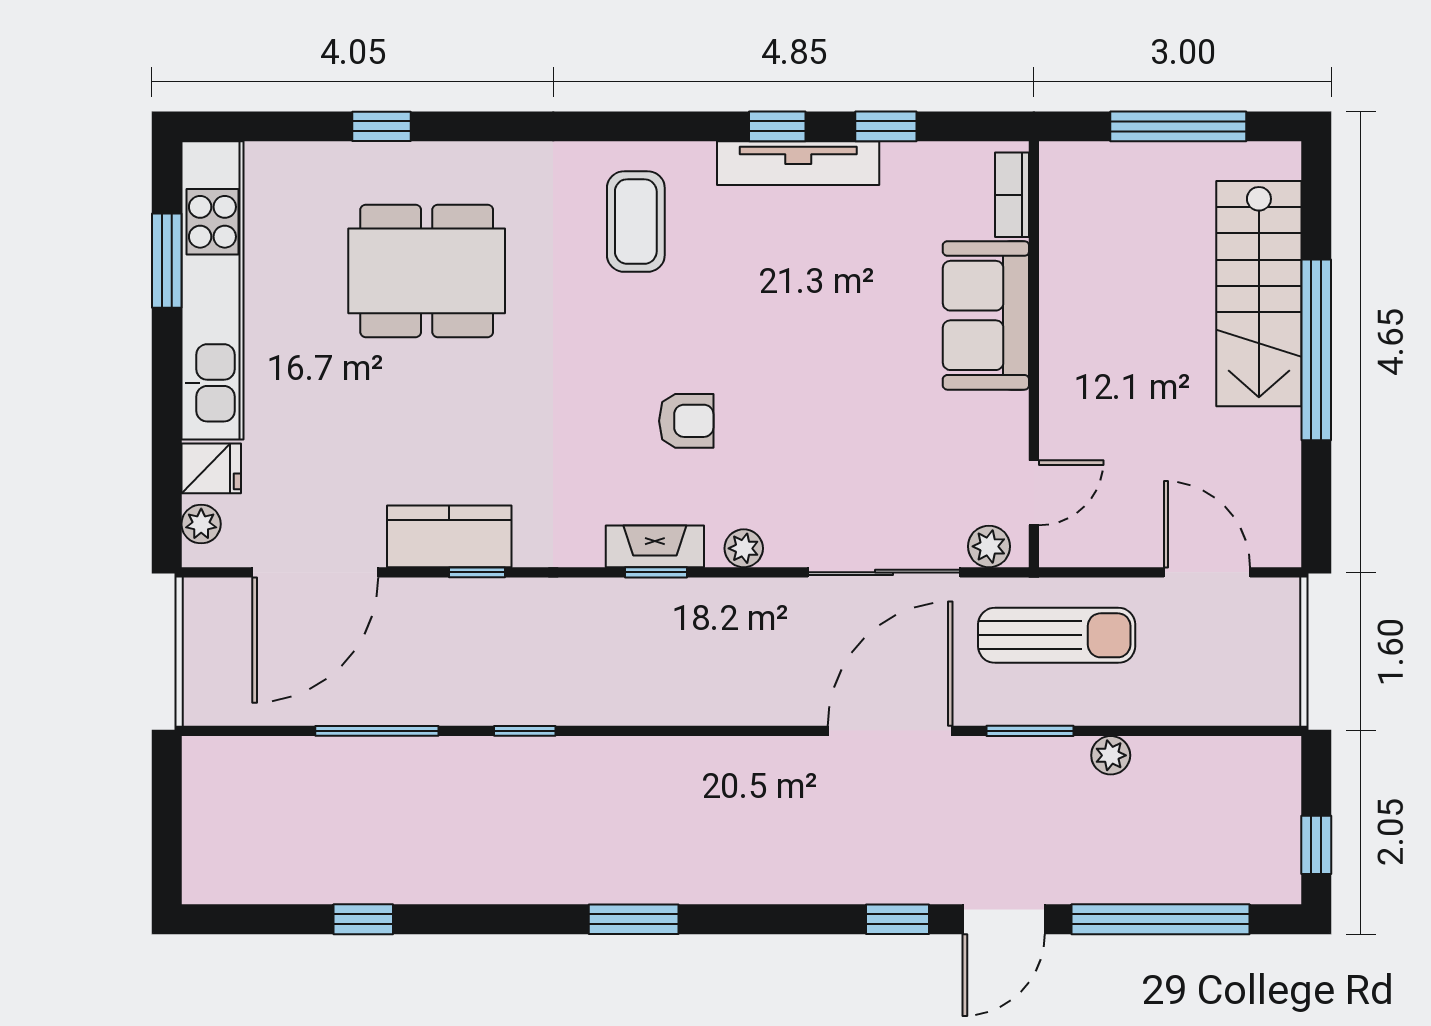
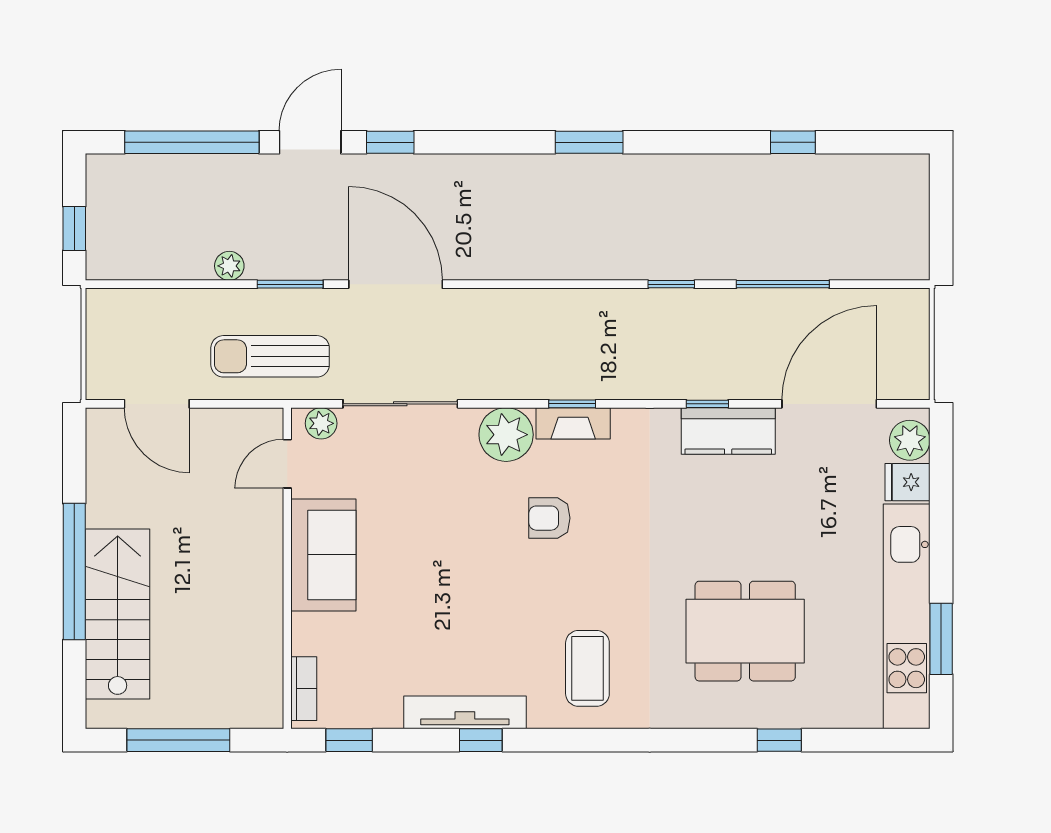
window: (886, 126) -> (349, 740), moved
sofa: (986, 315) -> (323, 555), moved
plant: (201, 524) -> (910, 440), width x1.38, depth x1.38
plant: (744, 548) -> (506, 435), width x1.87, depth x1.87
door: (890, 731) -> (396, 284), swing flipped
window: (1316, 845) -> (74, 228), moved

